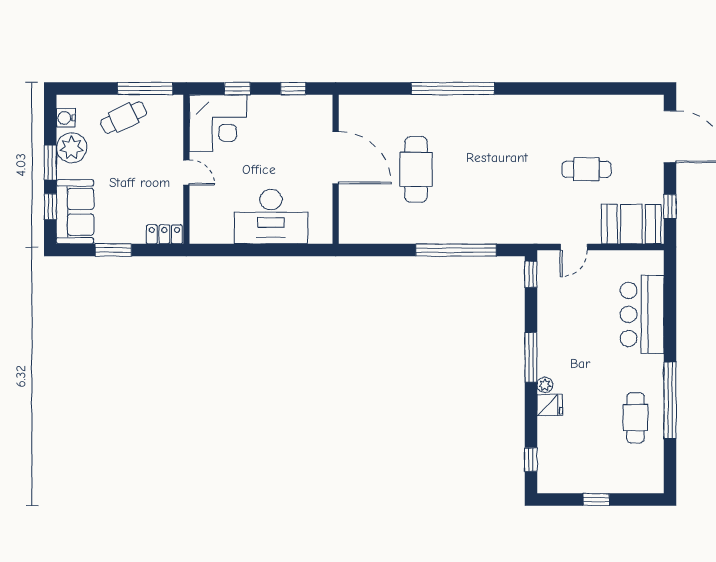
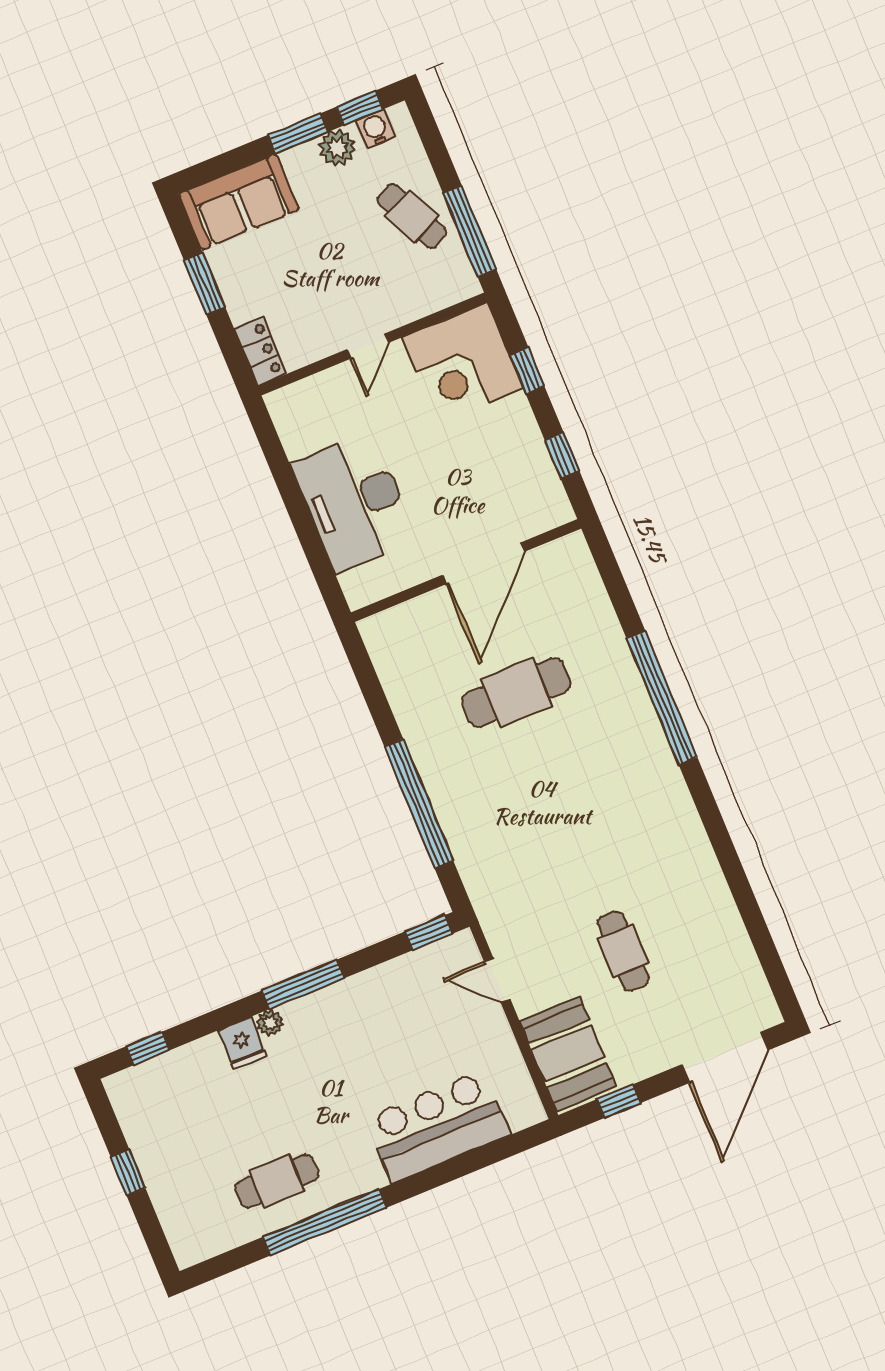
plant: (72, 148) -> (337, 148), width x0.73, depth x0.73
window: (50, 207) -> (360, 108), moved

